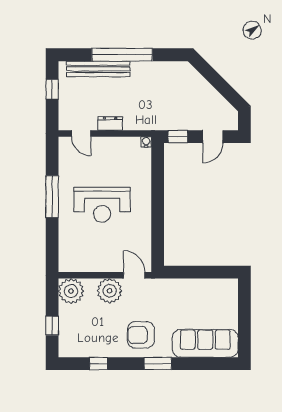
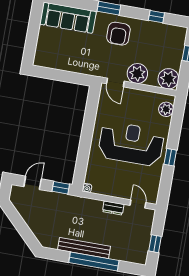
bench: (98, 69) -> (84, 248), moved
window: (52, 197) -> (170, 157), width x0.46
reception desk: (102, 205) -> (131, 144), width x1.36, depth x1.30
plant: (67, 254) -> (166, 109), added
armchair: (141, 335) -> (118, 34), turned 90

